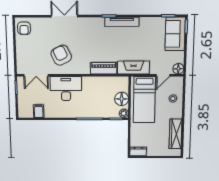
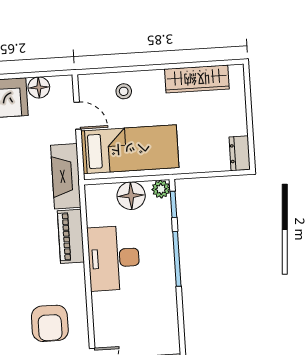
armchair: (61, 55) -> (50, 323), turned -64
floor lamp: (178, 69) -> (39, 87), moved
desk: (66, 89) -> (114, 258), moved

